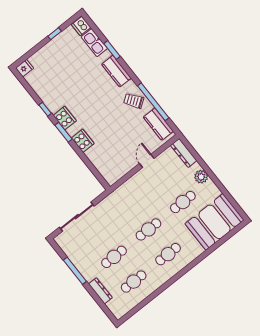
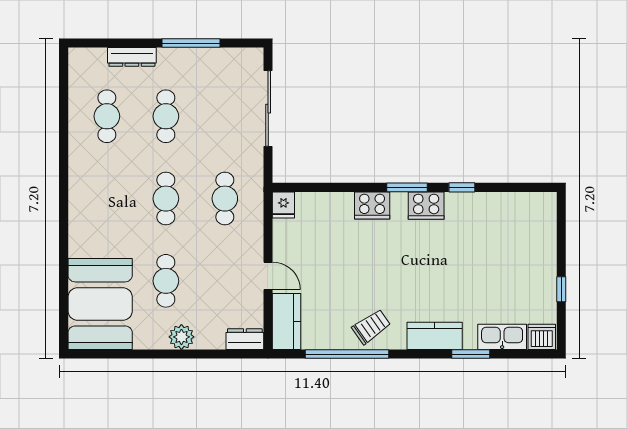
fridge: (25, 68) -> (283, 205), moved
kitchen counter: (158, 124) -> (287, 321), moved, turned 90
dresser: (184, 153) -> (245, 339), width x0.70
cafe table: (168, 254) -> (225, 199), moved

